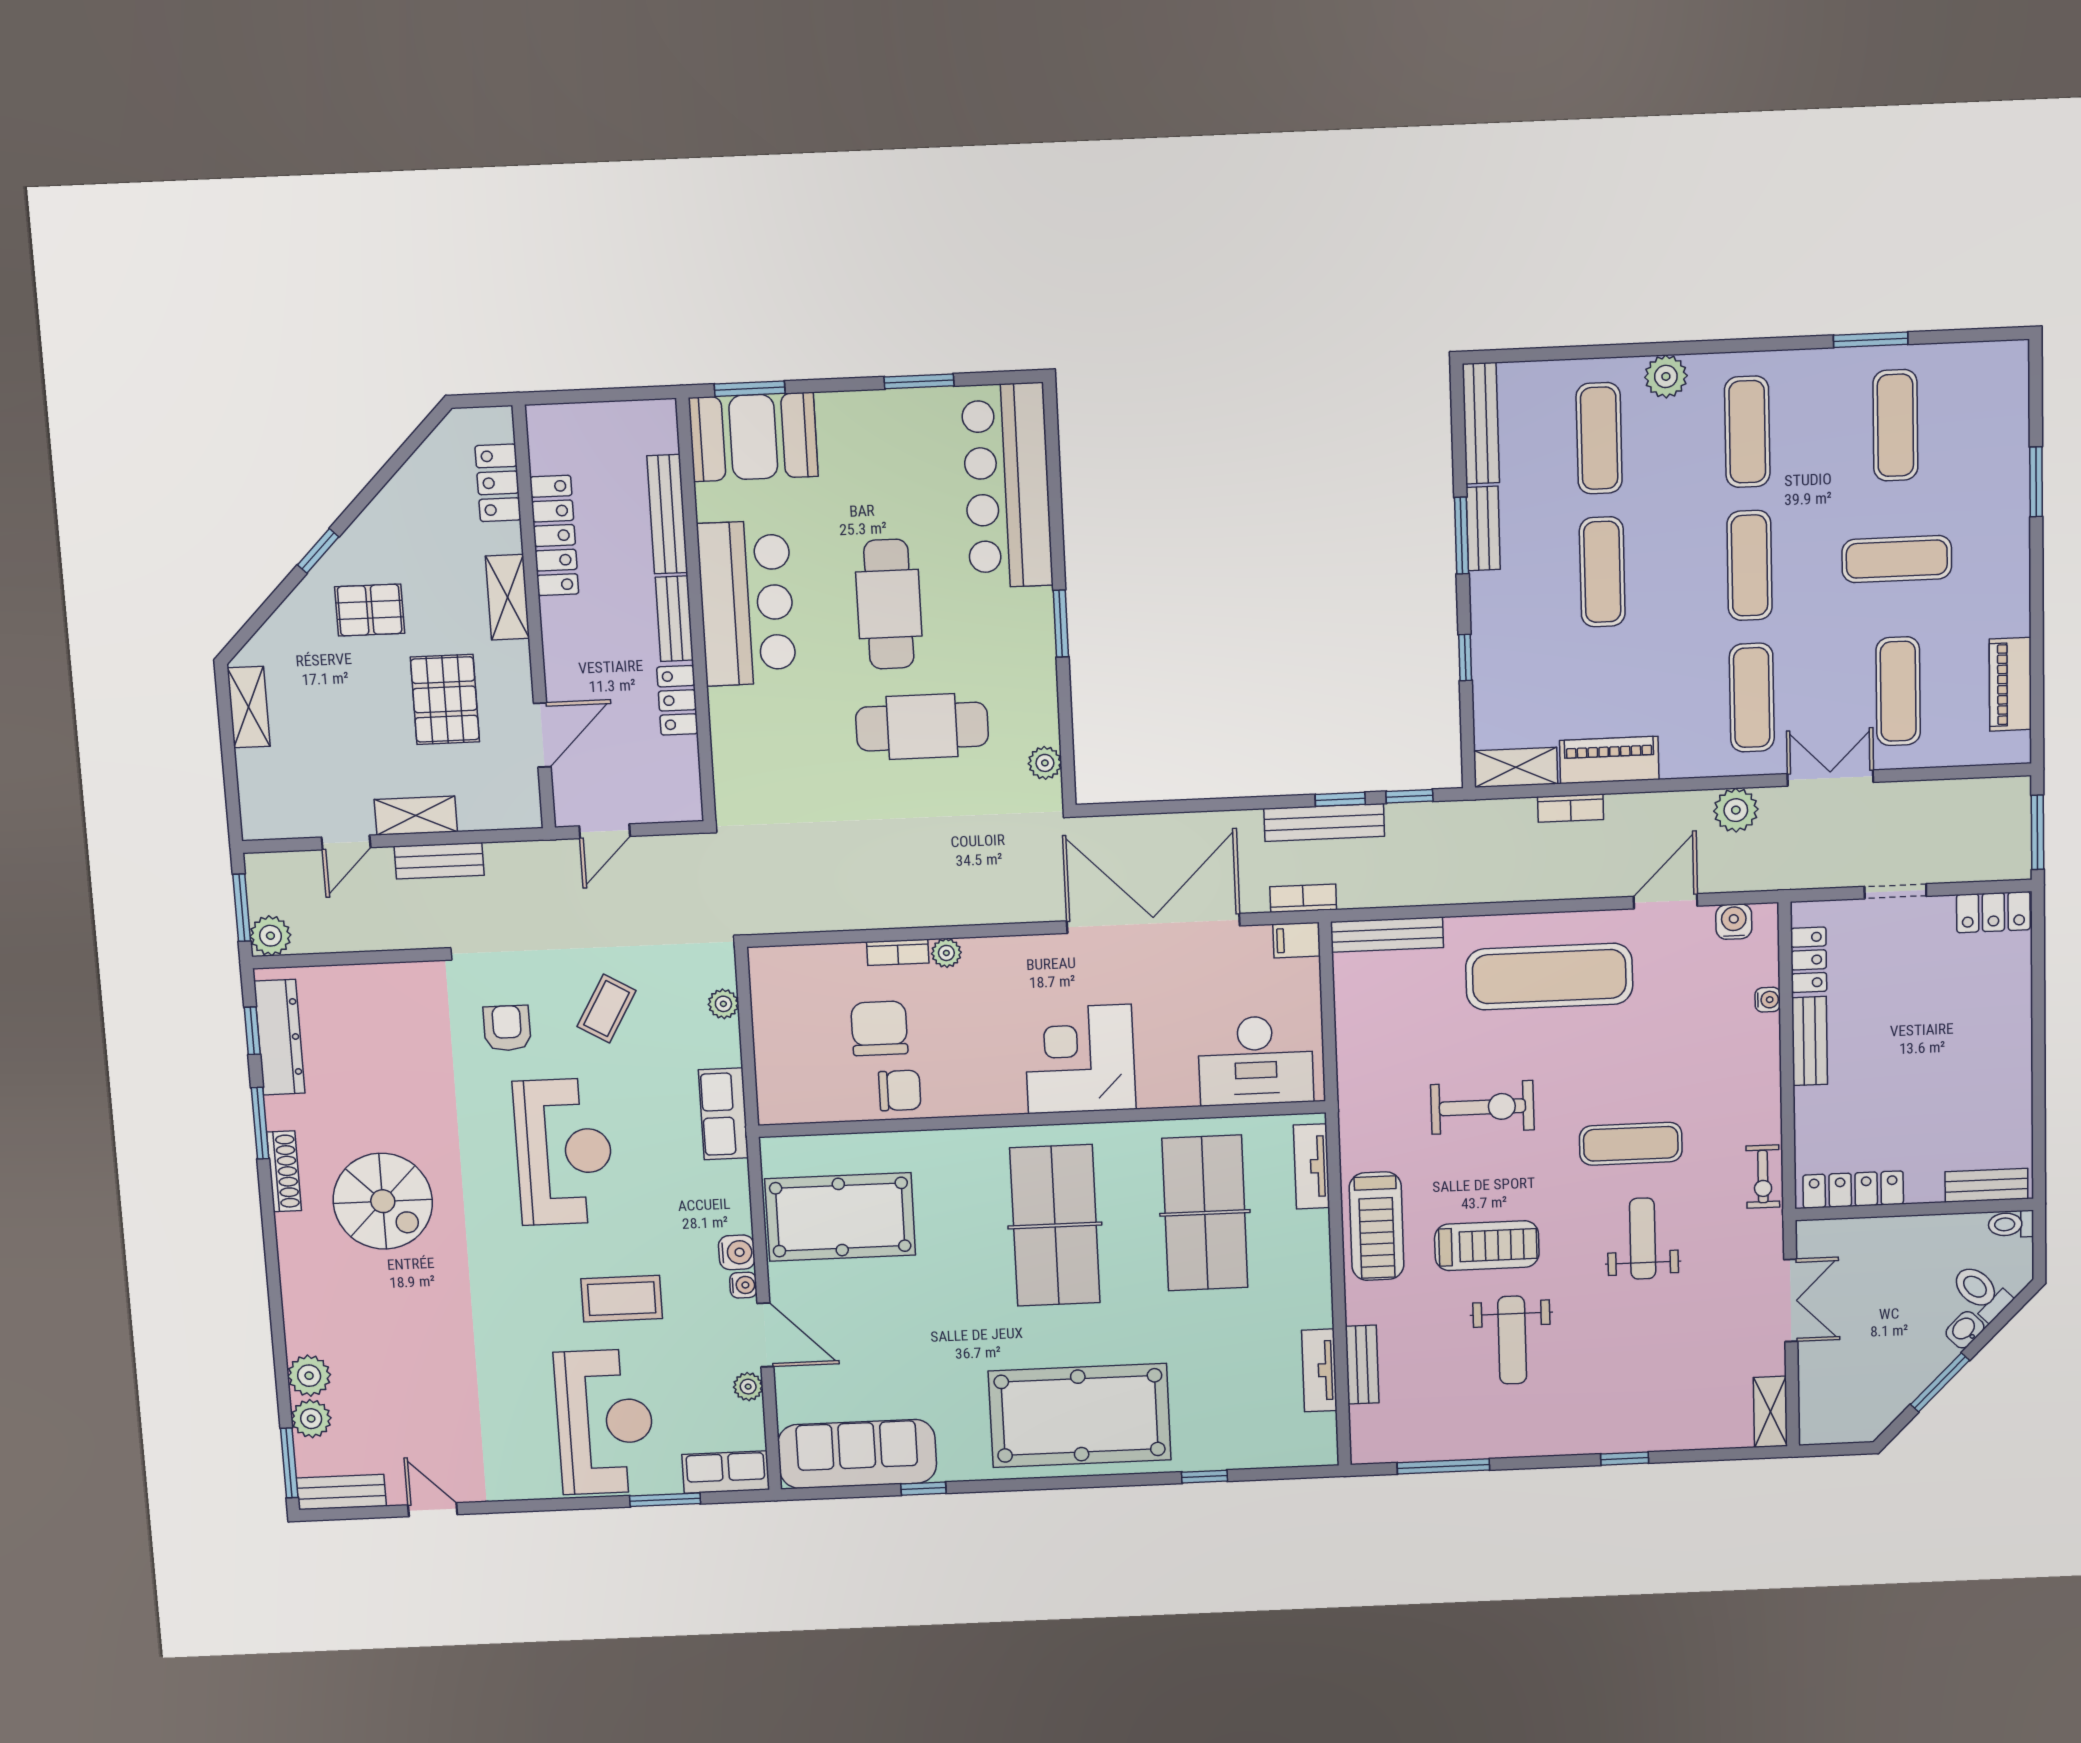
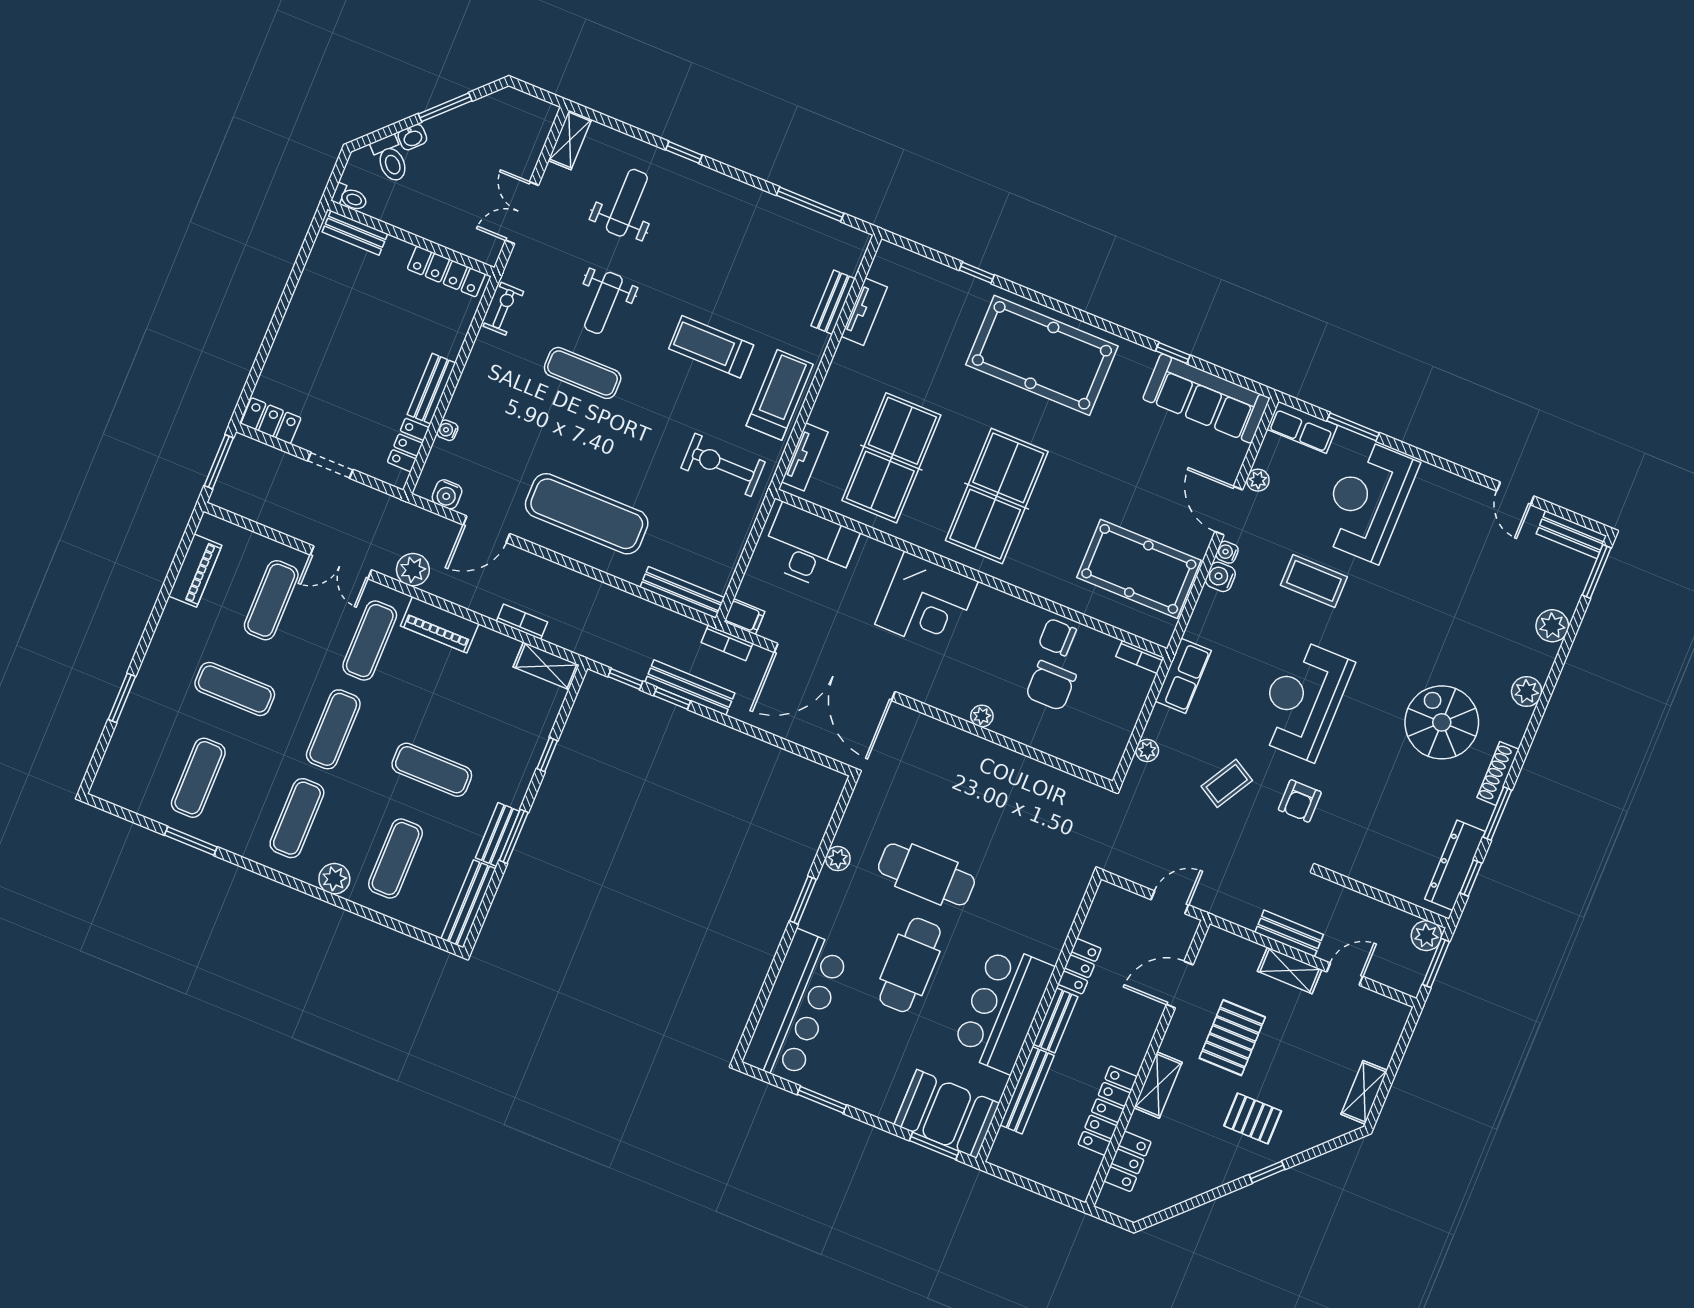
exercise mat: (1602, 572) -> (432, 770), turned 90
piano: (1609, 760) -> (440, 625), moved
plant: (1045, 763) -> (838, 859), moved
bookcase: (898, 952) -> (1140, 657), moved, turned 180
exercise bike: (1482, 1107) -> (723, 465), moved
weight bench: (1512, 1340) -> (627, 203), moved
plant: (311, 1419) -> (1527, 691), moved

